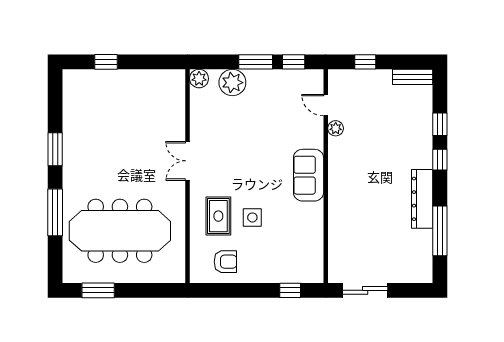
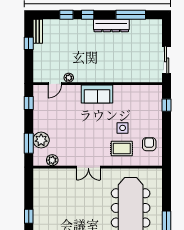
window: (256, 62) -> (29, 143), moved
window: (365, 62) -> (29, 43), moved
plant: (199, 79) -> (52, 160), moved

